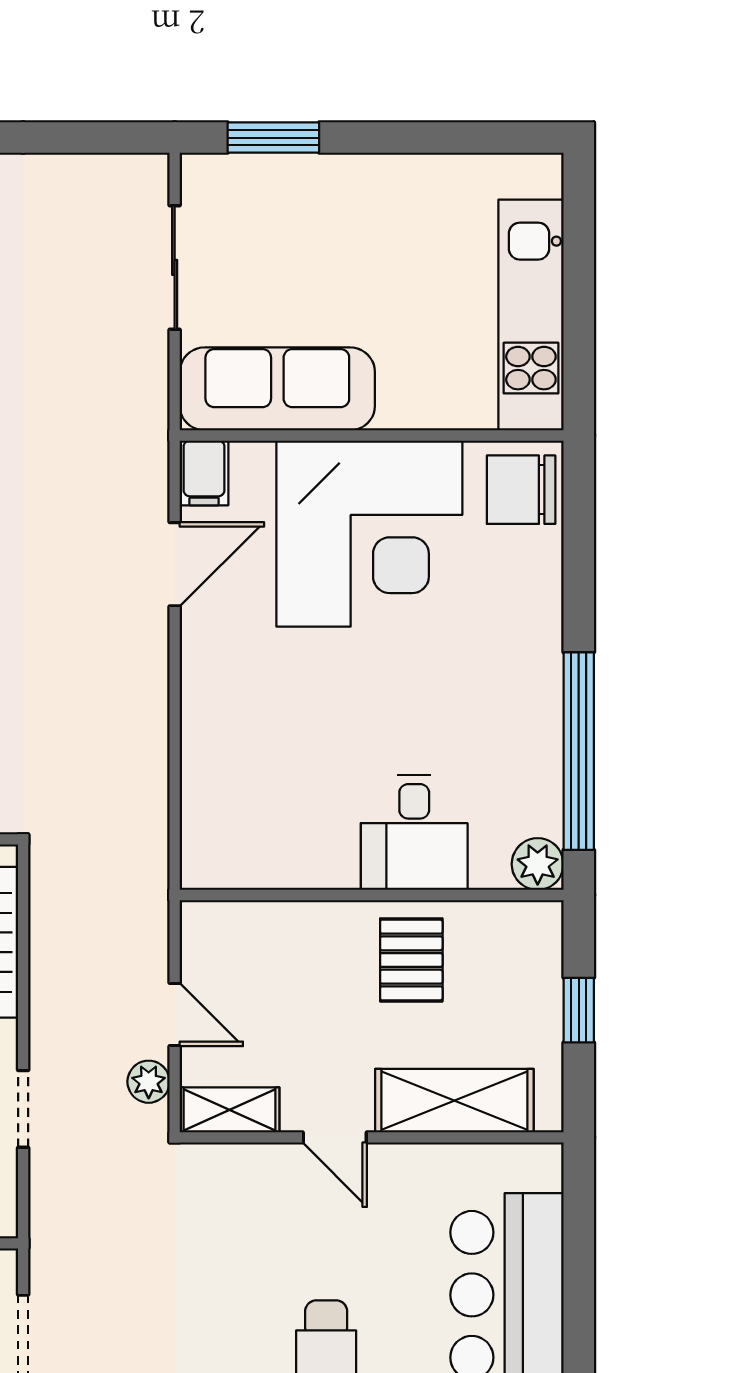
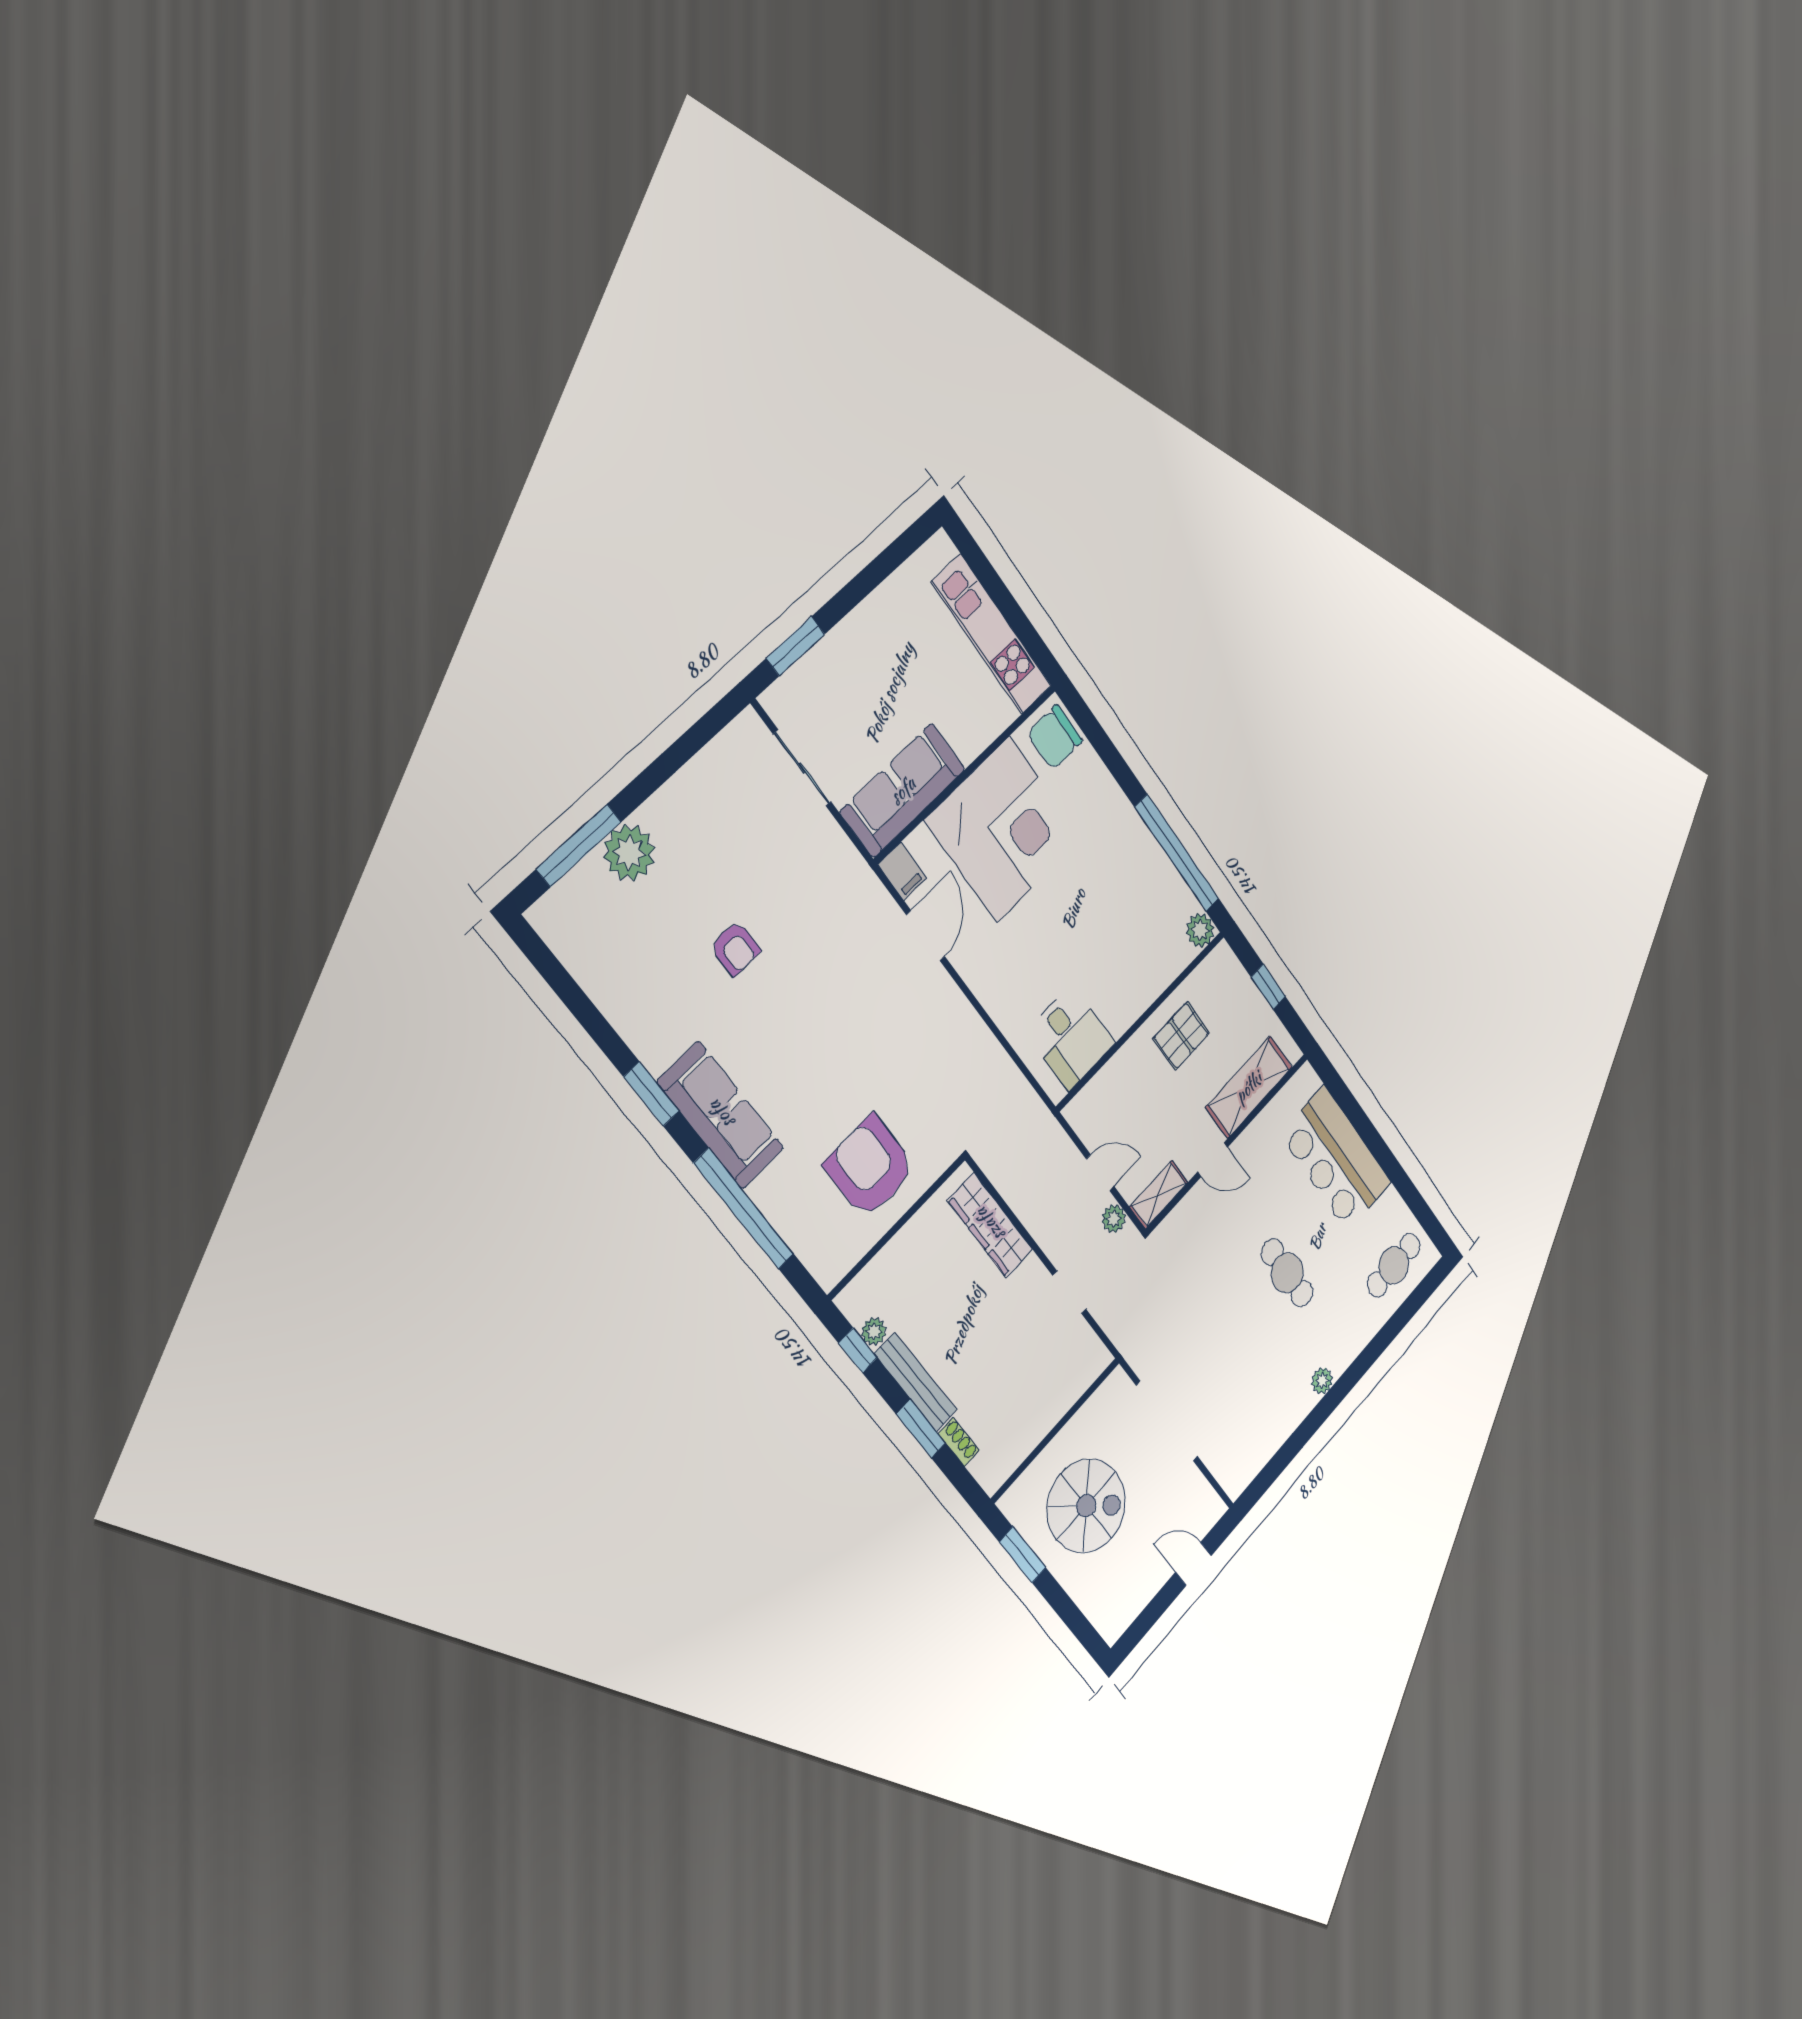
desk: (414, 832) -> (1071, 1038), moved
pallet: (411, 960) -> (1181, 1036), turned 90

